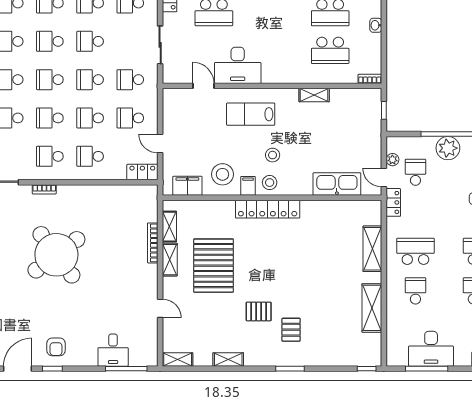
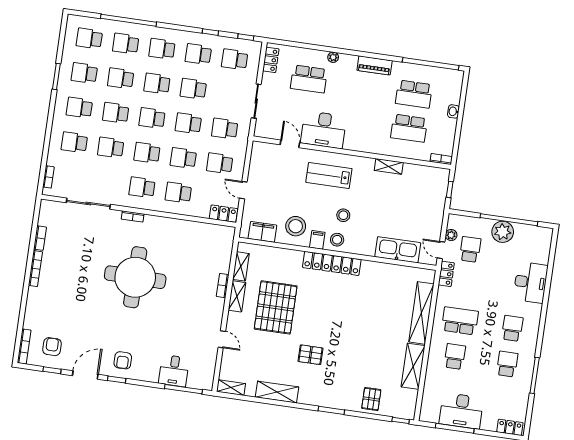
bookcase: (153, 243) -> (223, 286), width x0.64
shelving: (372, 249) -> (421, 313), width x1.47
round table: (56, 255) -> (135, 277), turned 38
pallet: (291, 330) -> (371, 399), moved
shelving: (228, 359) -> (277, 392), width x1.50, depth x1.33

